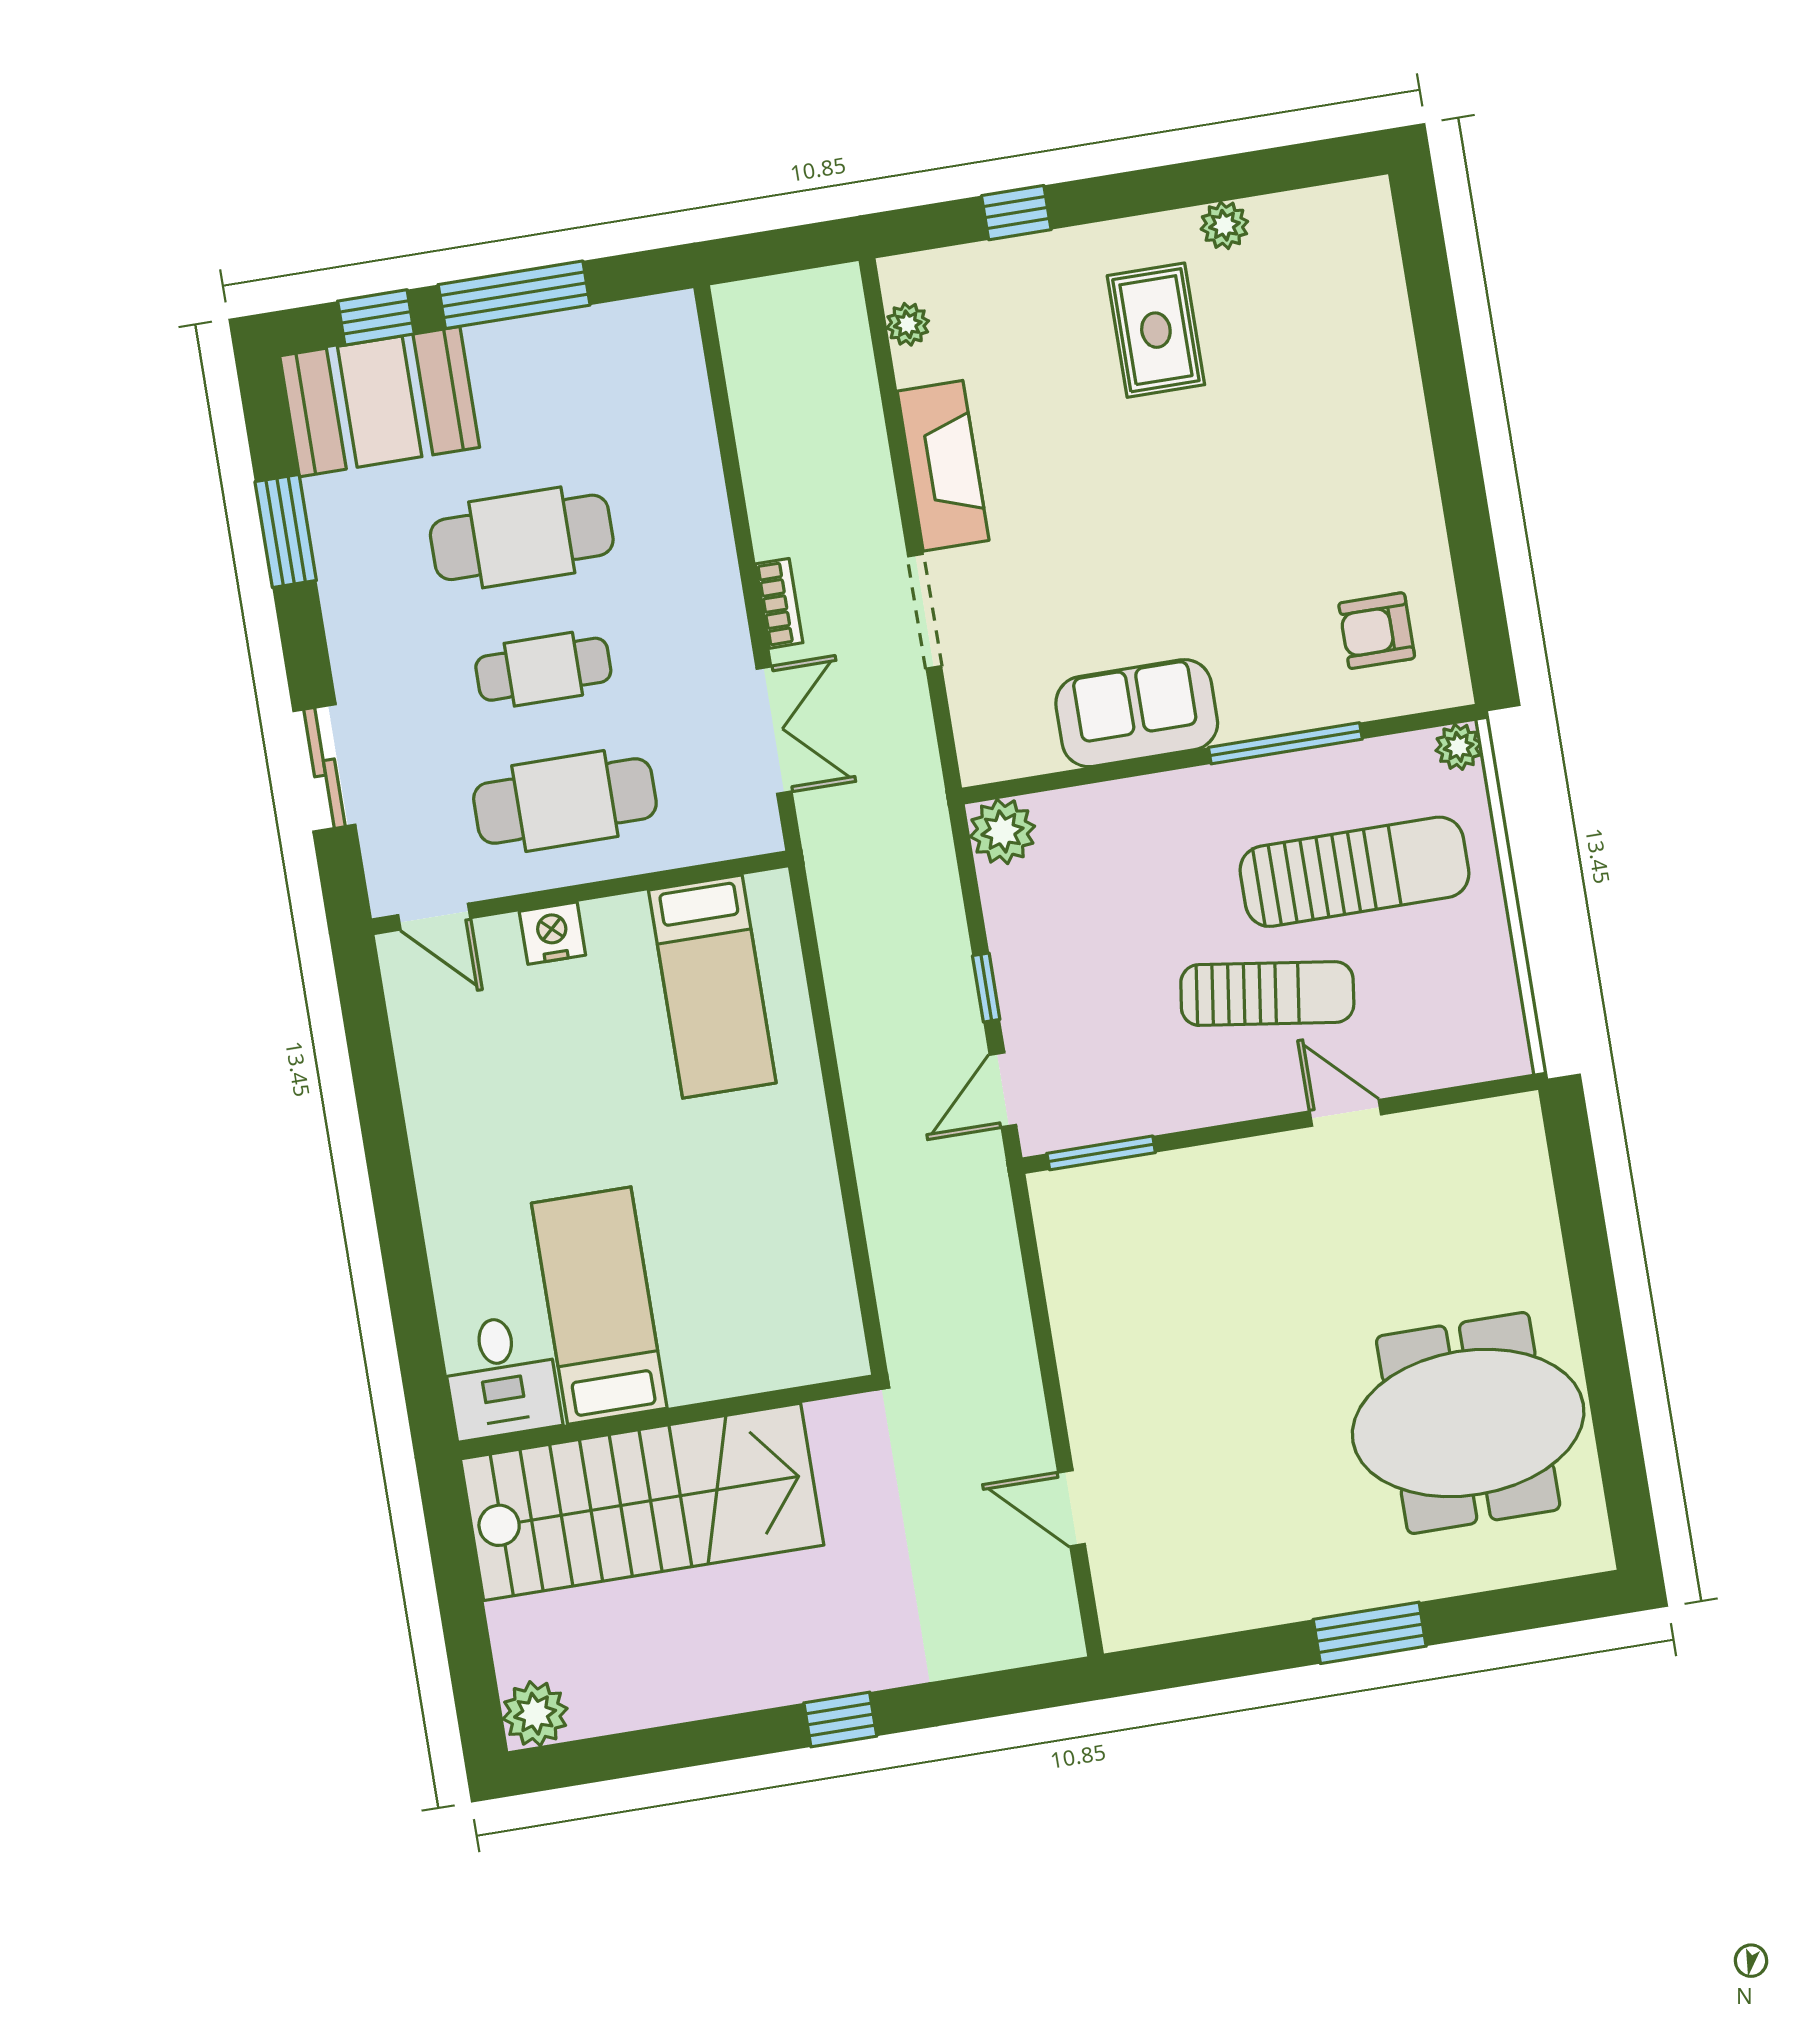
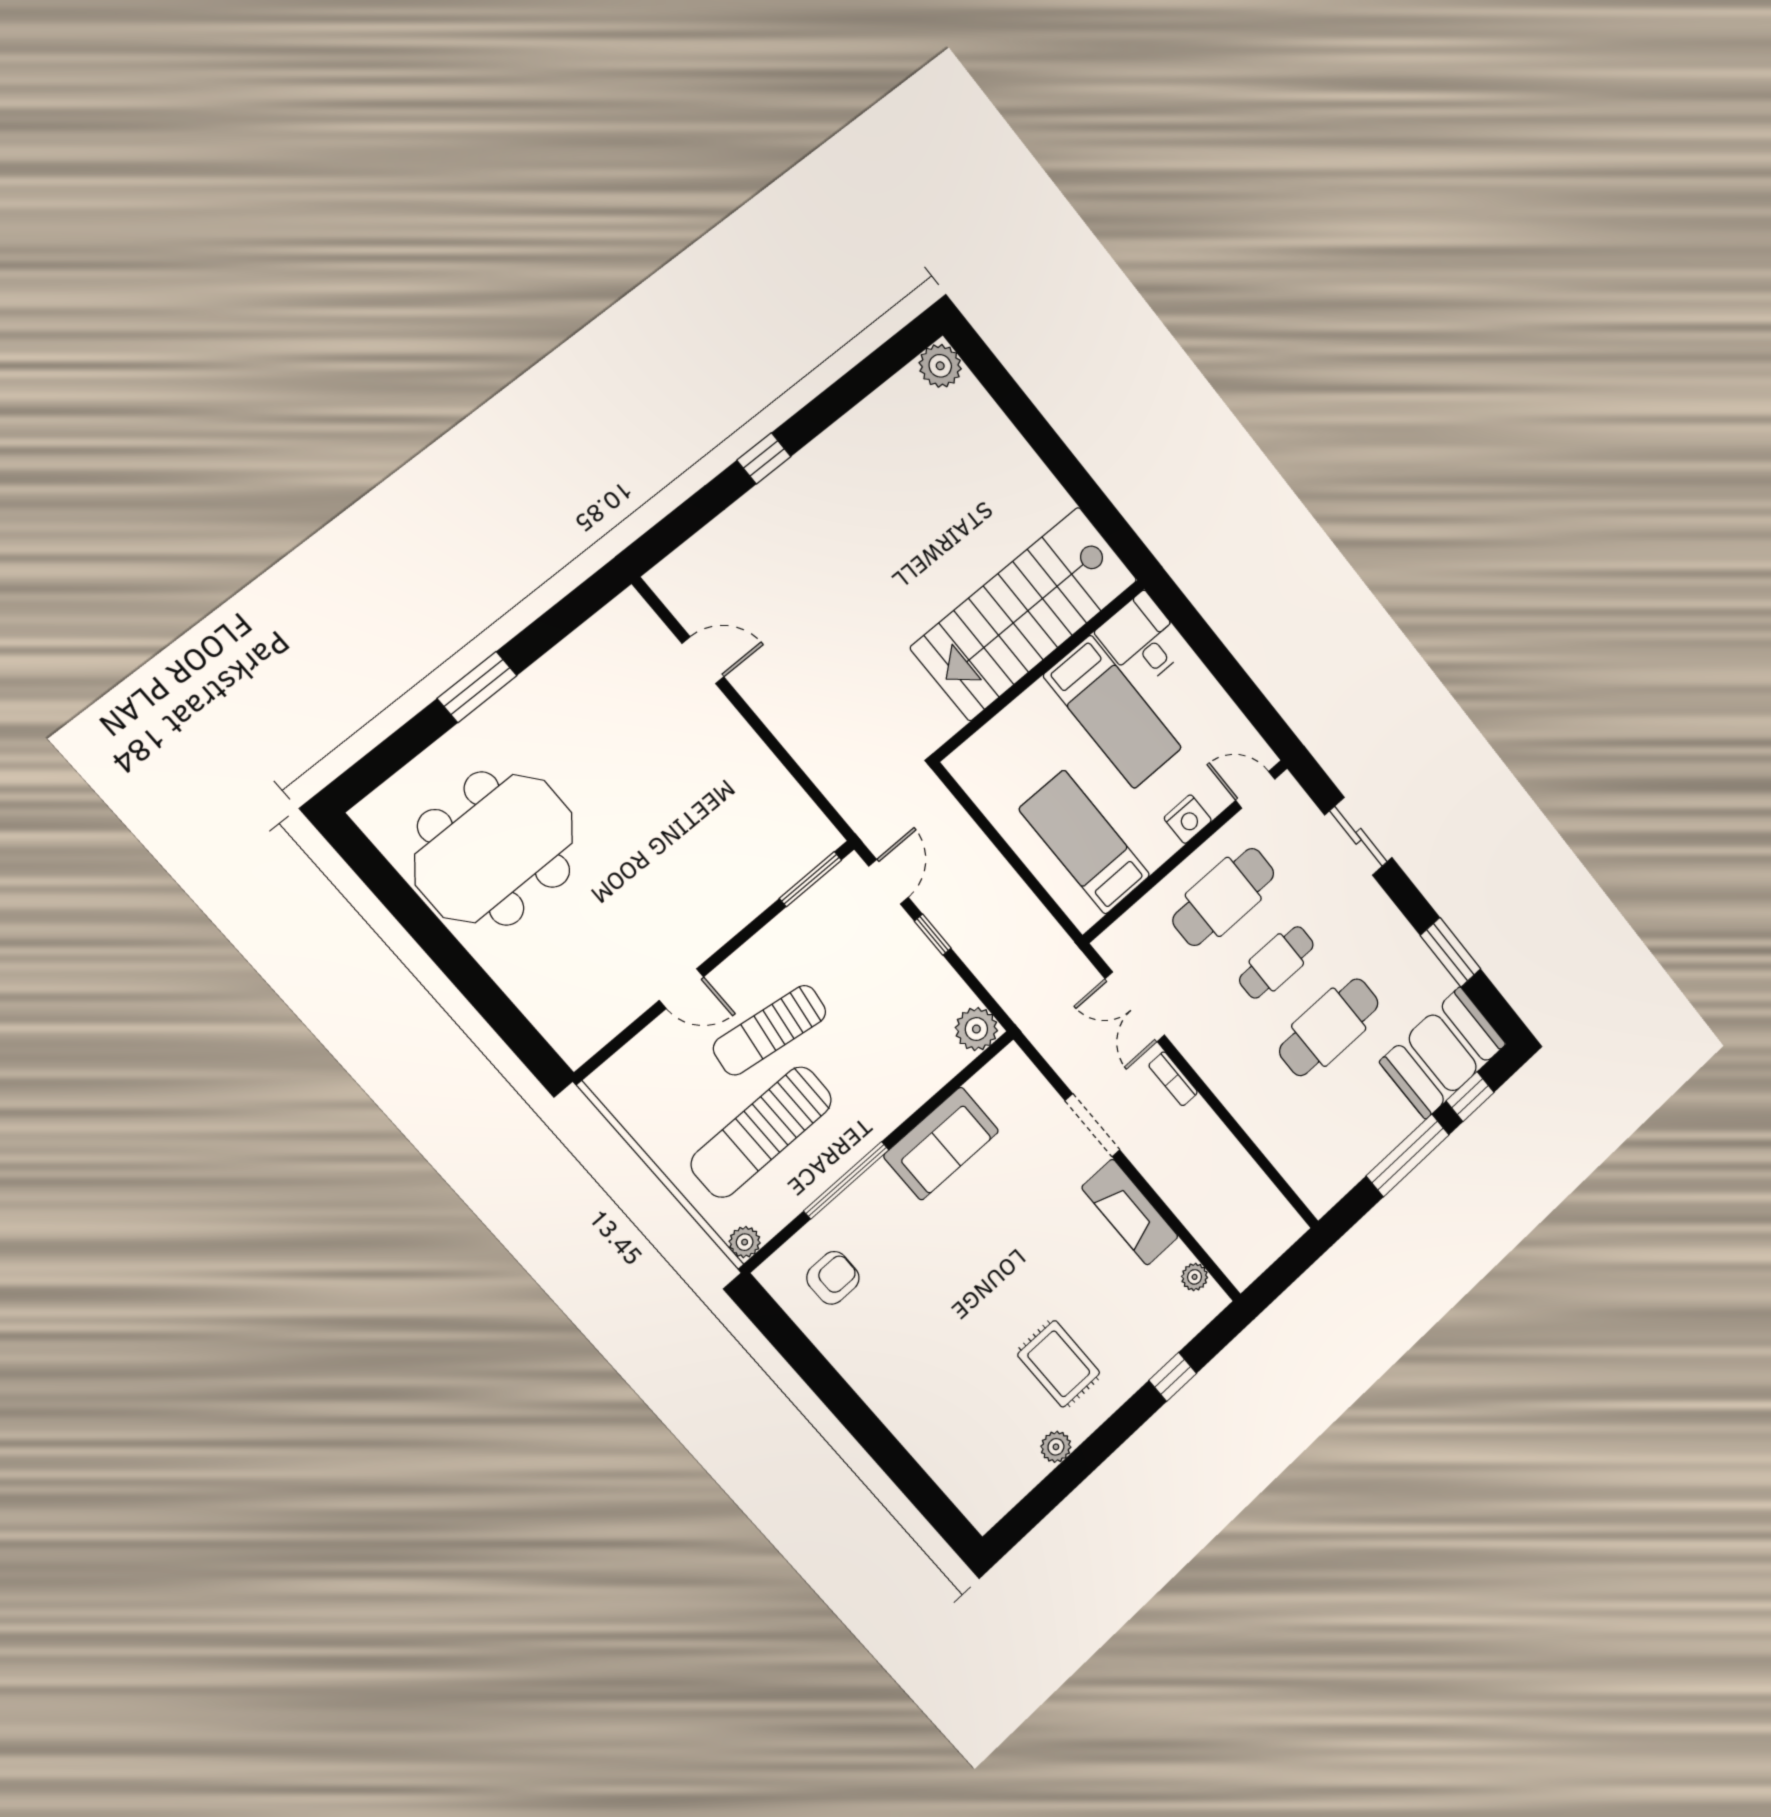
bed: (599, 1306) -> (1112, 712), moved
desk: (501, 1377) -> (1142, 640), moved
wall: (666, 1417) -> (1040, 670), moved
stairs: (642, 1502) -> (1025, 614), moved

